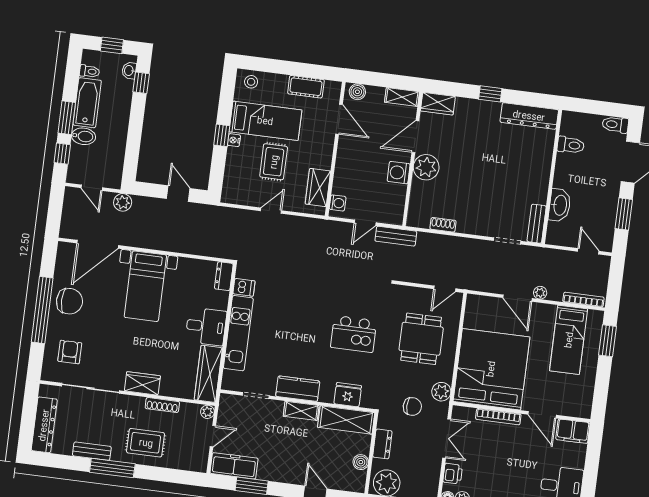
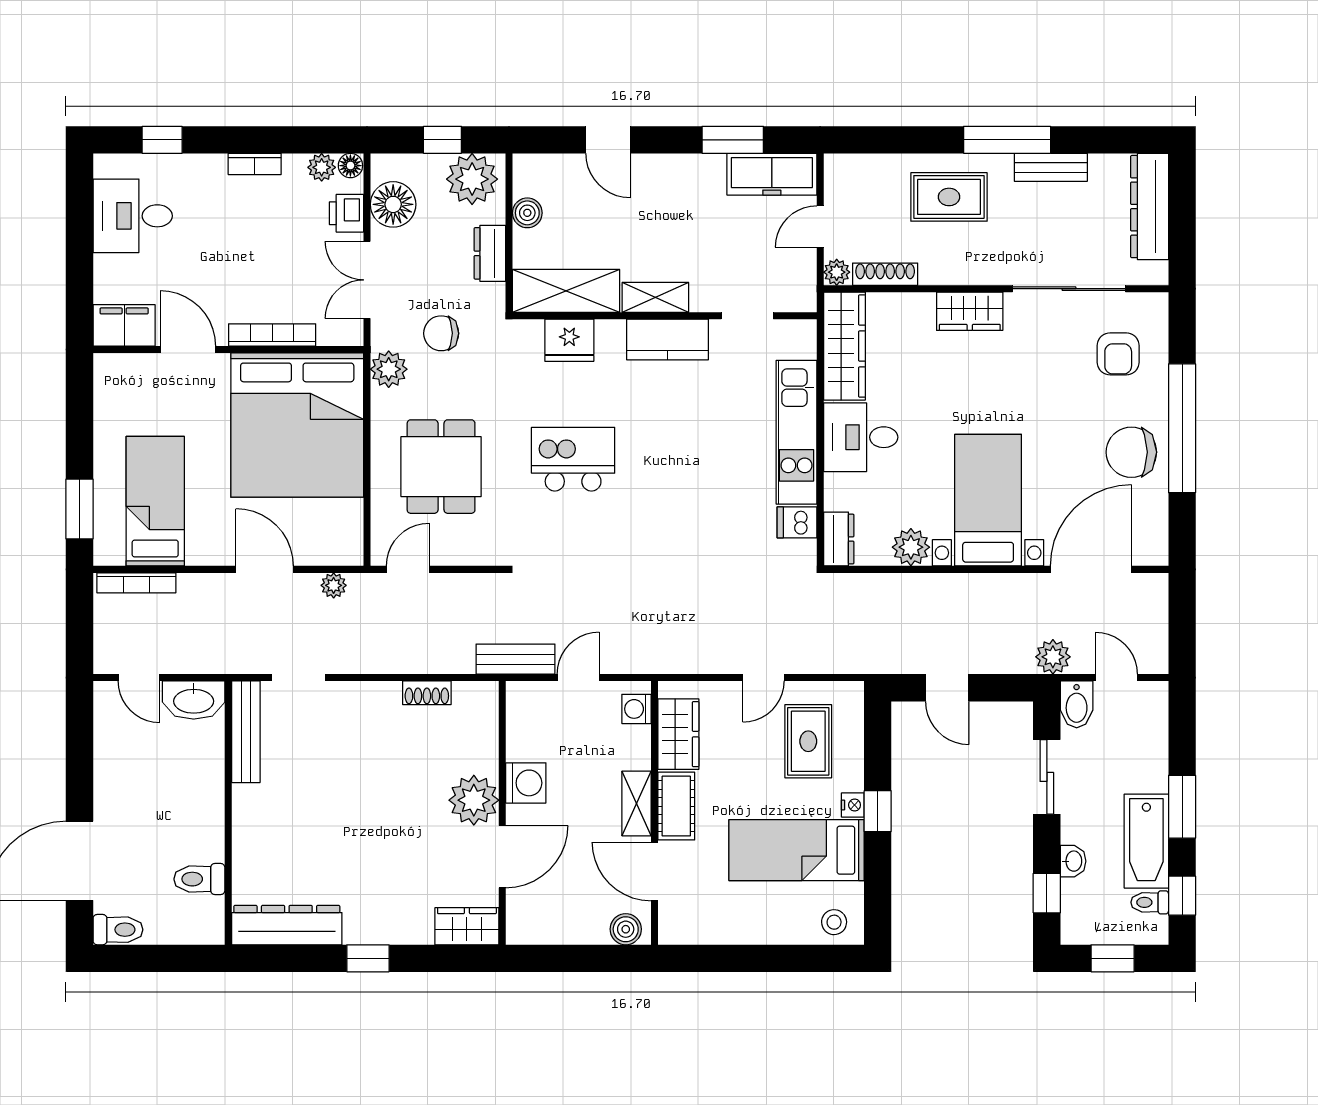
washbasin: (129, 71) -> (1073, 861), moved
cot: (306, 87) -> (676, 806), moved, turned 90
shelving: (402, 97) -> (636, 803), moved, turned 90
bidet: (84, 136) -> (1077, 704), moved, turned -90
sliding door: (134, 142) -> (1047, 777), added
window: (62, 154) -> (1182, 896), moved
rug: (274, 162) -> (808, 741), moved
washbasin: (560, 205) -> (194, 700), moved, turned -90
window: (624, 214) -> (79, 759), removed
bench: (537, 224) -> (246, 732), width x1.36
plant: (188, 267) -> (911, 547), added
plant: (540, 293) -> (334, 585), moved
shoe rack: (162, 405) -> (885, 274), moved
floor lamp: (428, 475) -> (393, 204), added

